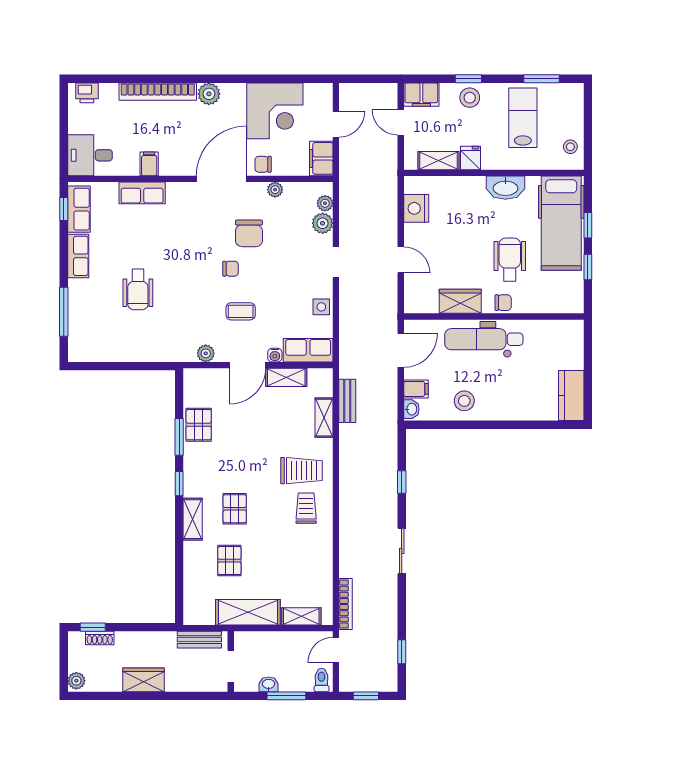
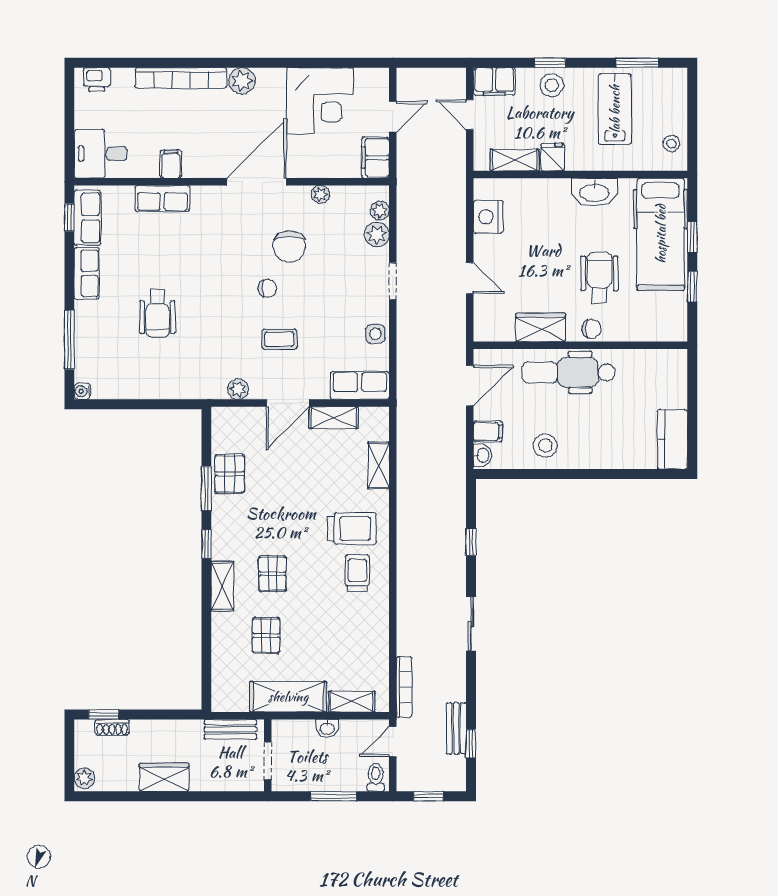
chair: (263, 164) -> (306, 164), removed
water cooler: (275, 355) -> (82, 391), moved, turned 90
bench: (347, 401) -> (456, 728), moved
washbasin: (269, 684) -> (327, 728), moved, turned 180

